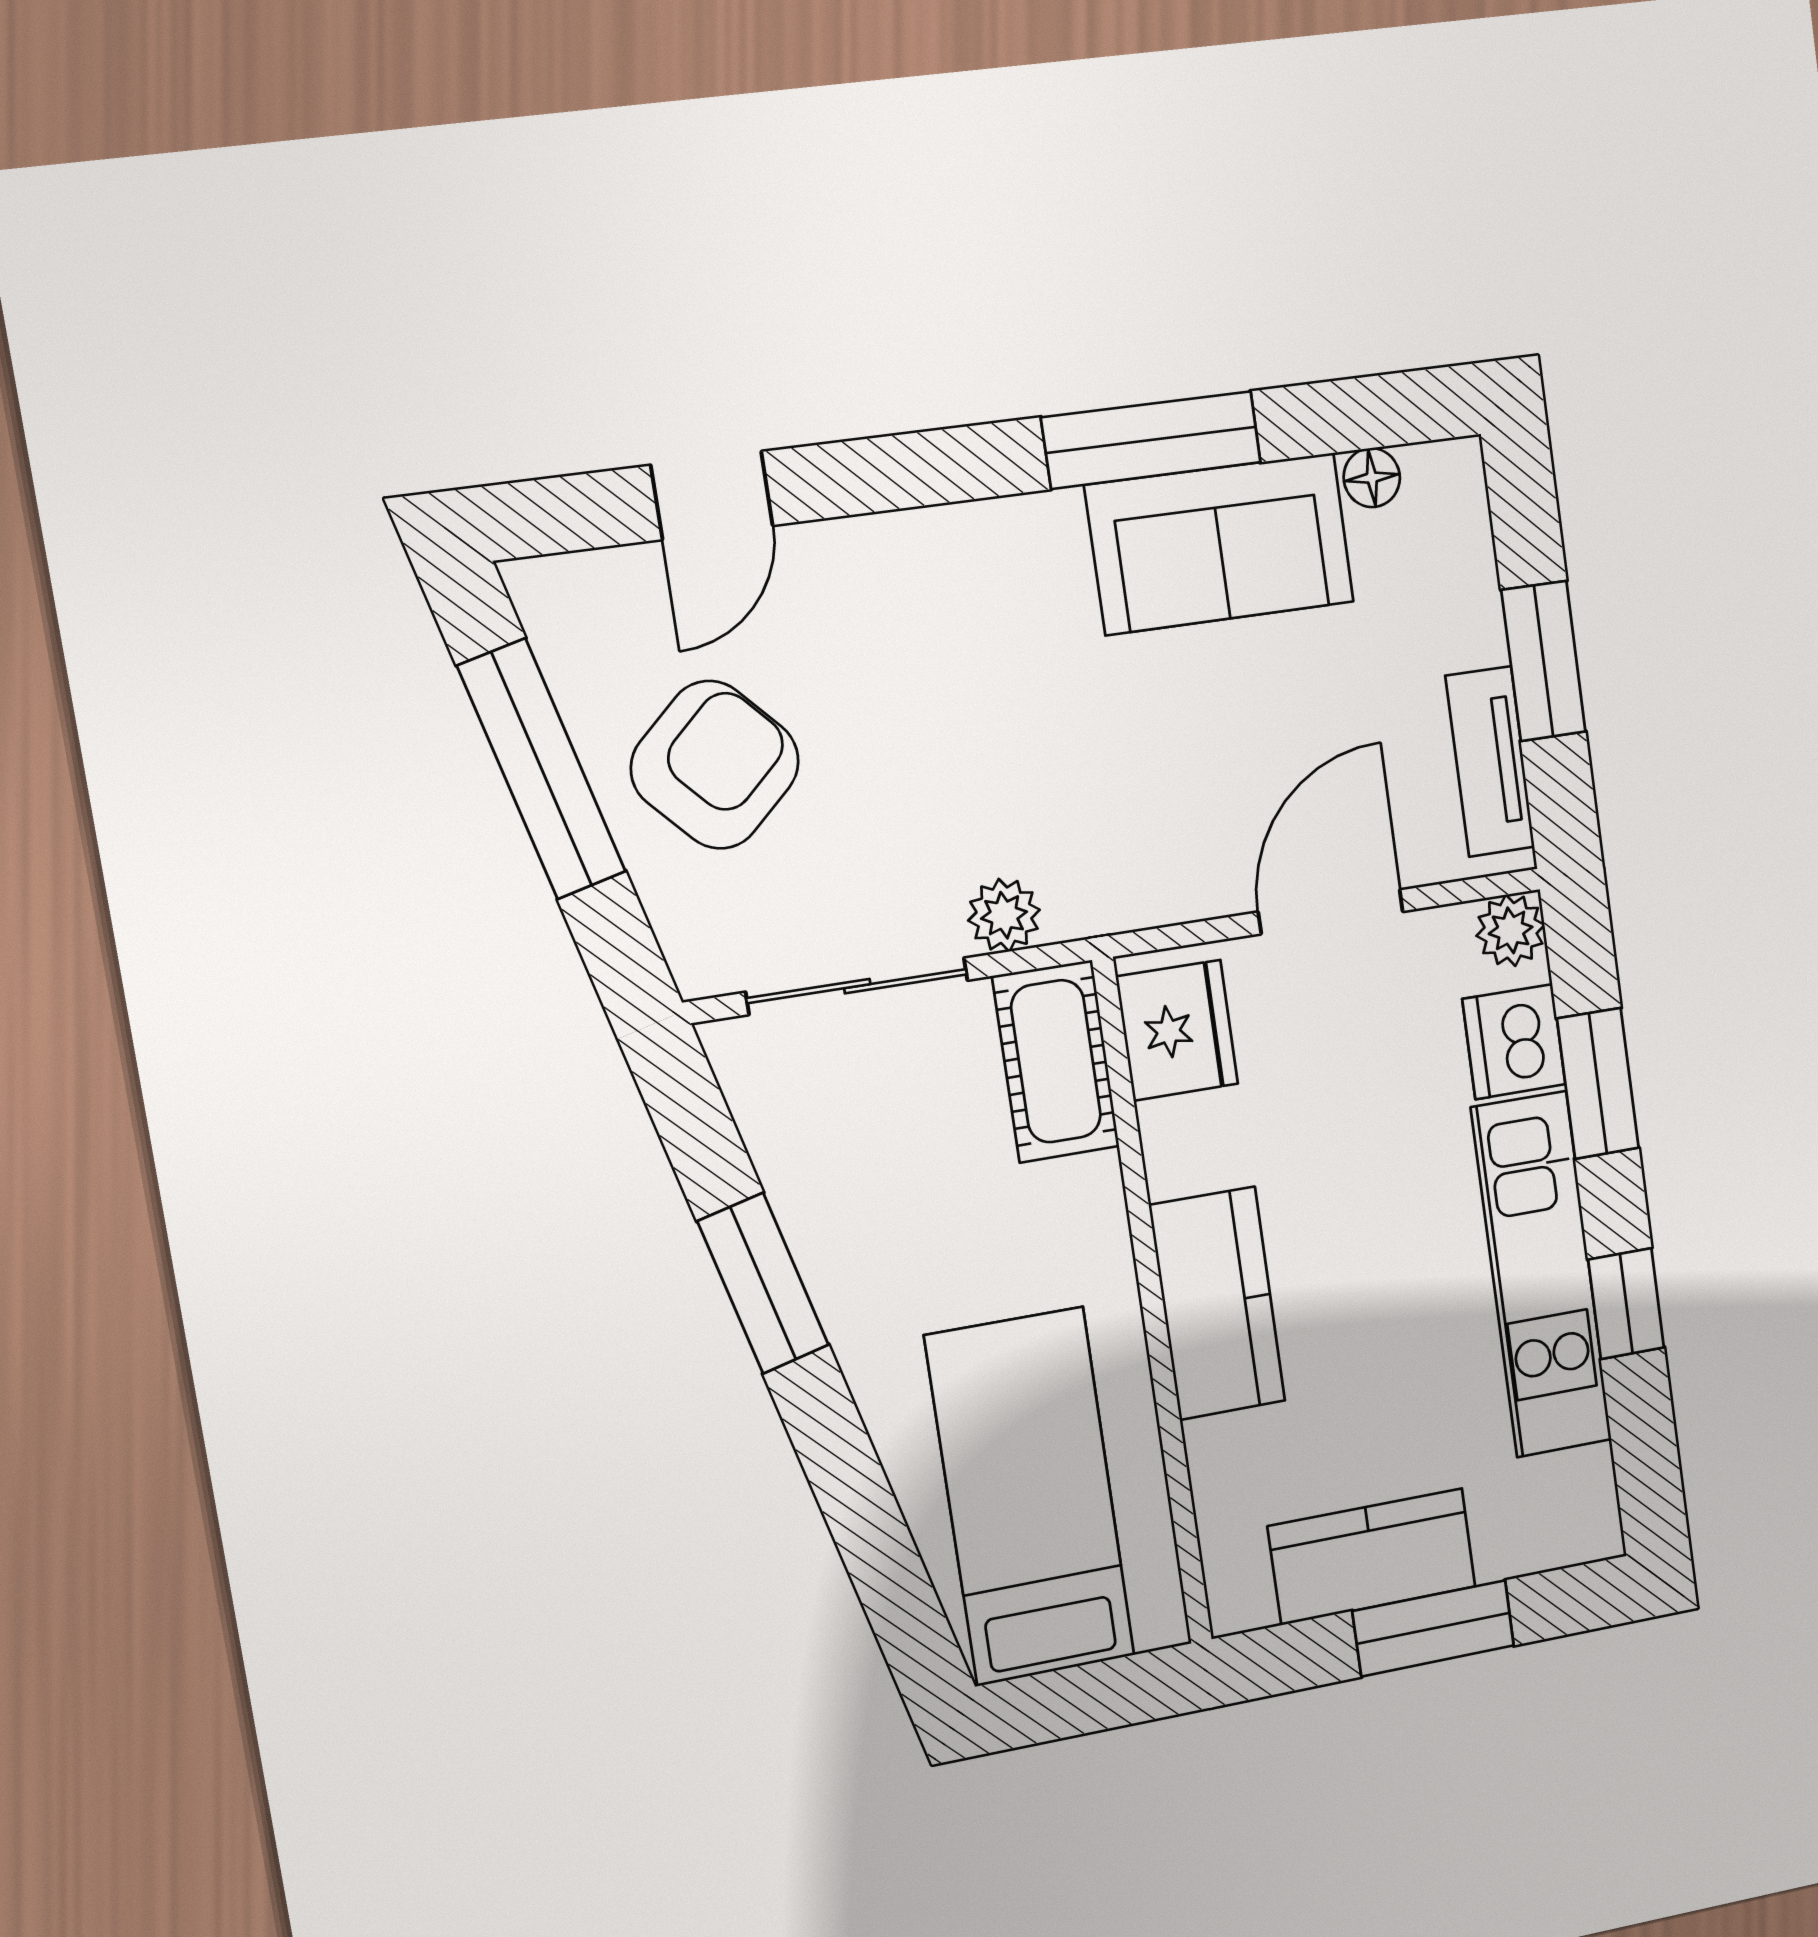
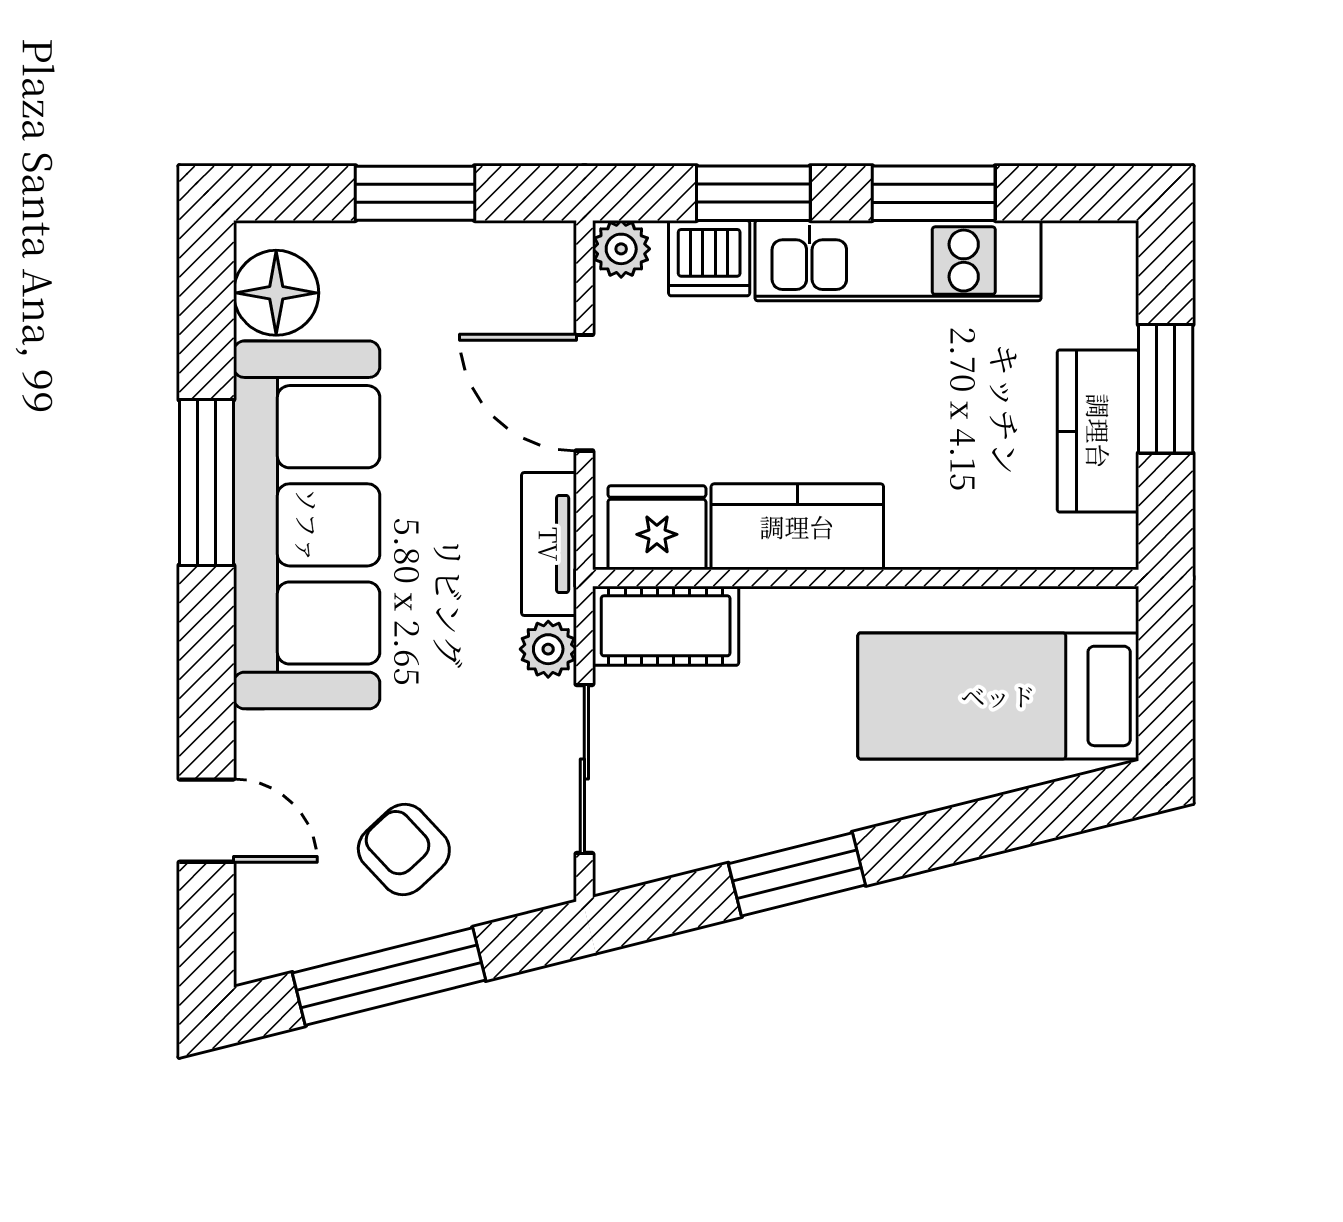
floor lamp: (1372, 478) -> (276, 293), width x1.89, depth x1.89
sofa: (1220, 544) -> (307, 525), width x1.85, depth x1.27
tv unit: (1490, 762) -> (549, 544), moved, turned 90
armchair: (715, 765) -> (404, 850), width x0.72, depth x0.72
kitchen counter: (1217, 1303) -> (797, 527), moved
window: (1626, 1304) -> (934, 193), width x1.50

